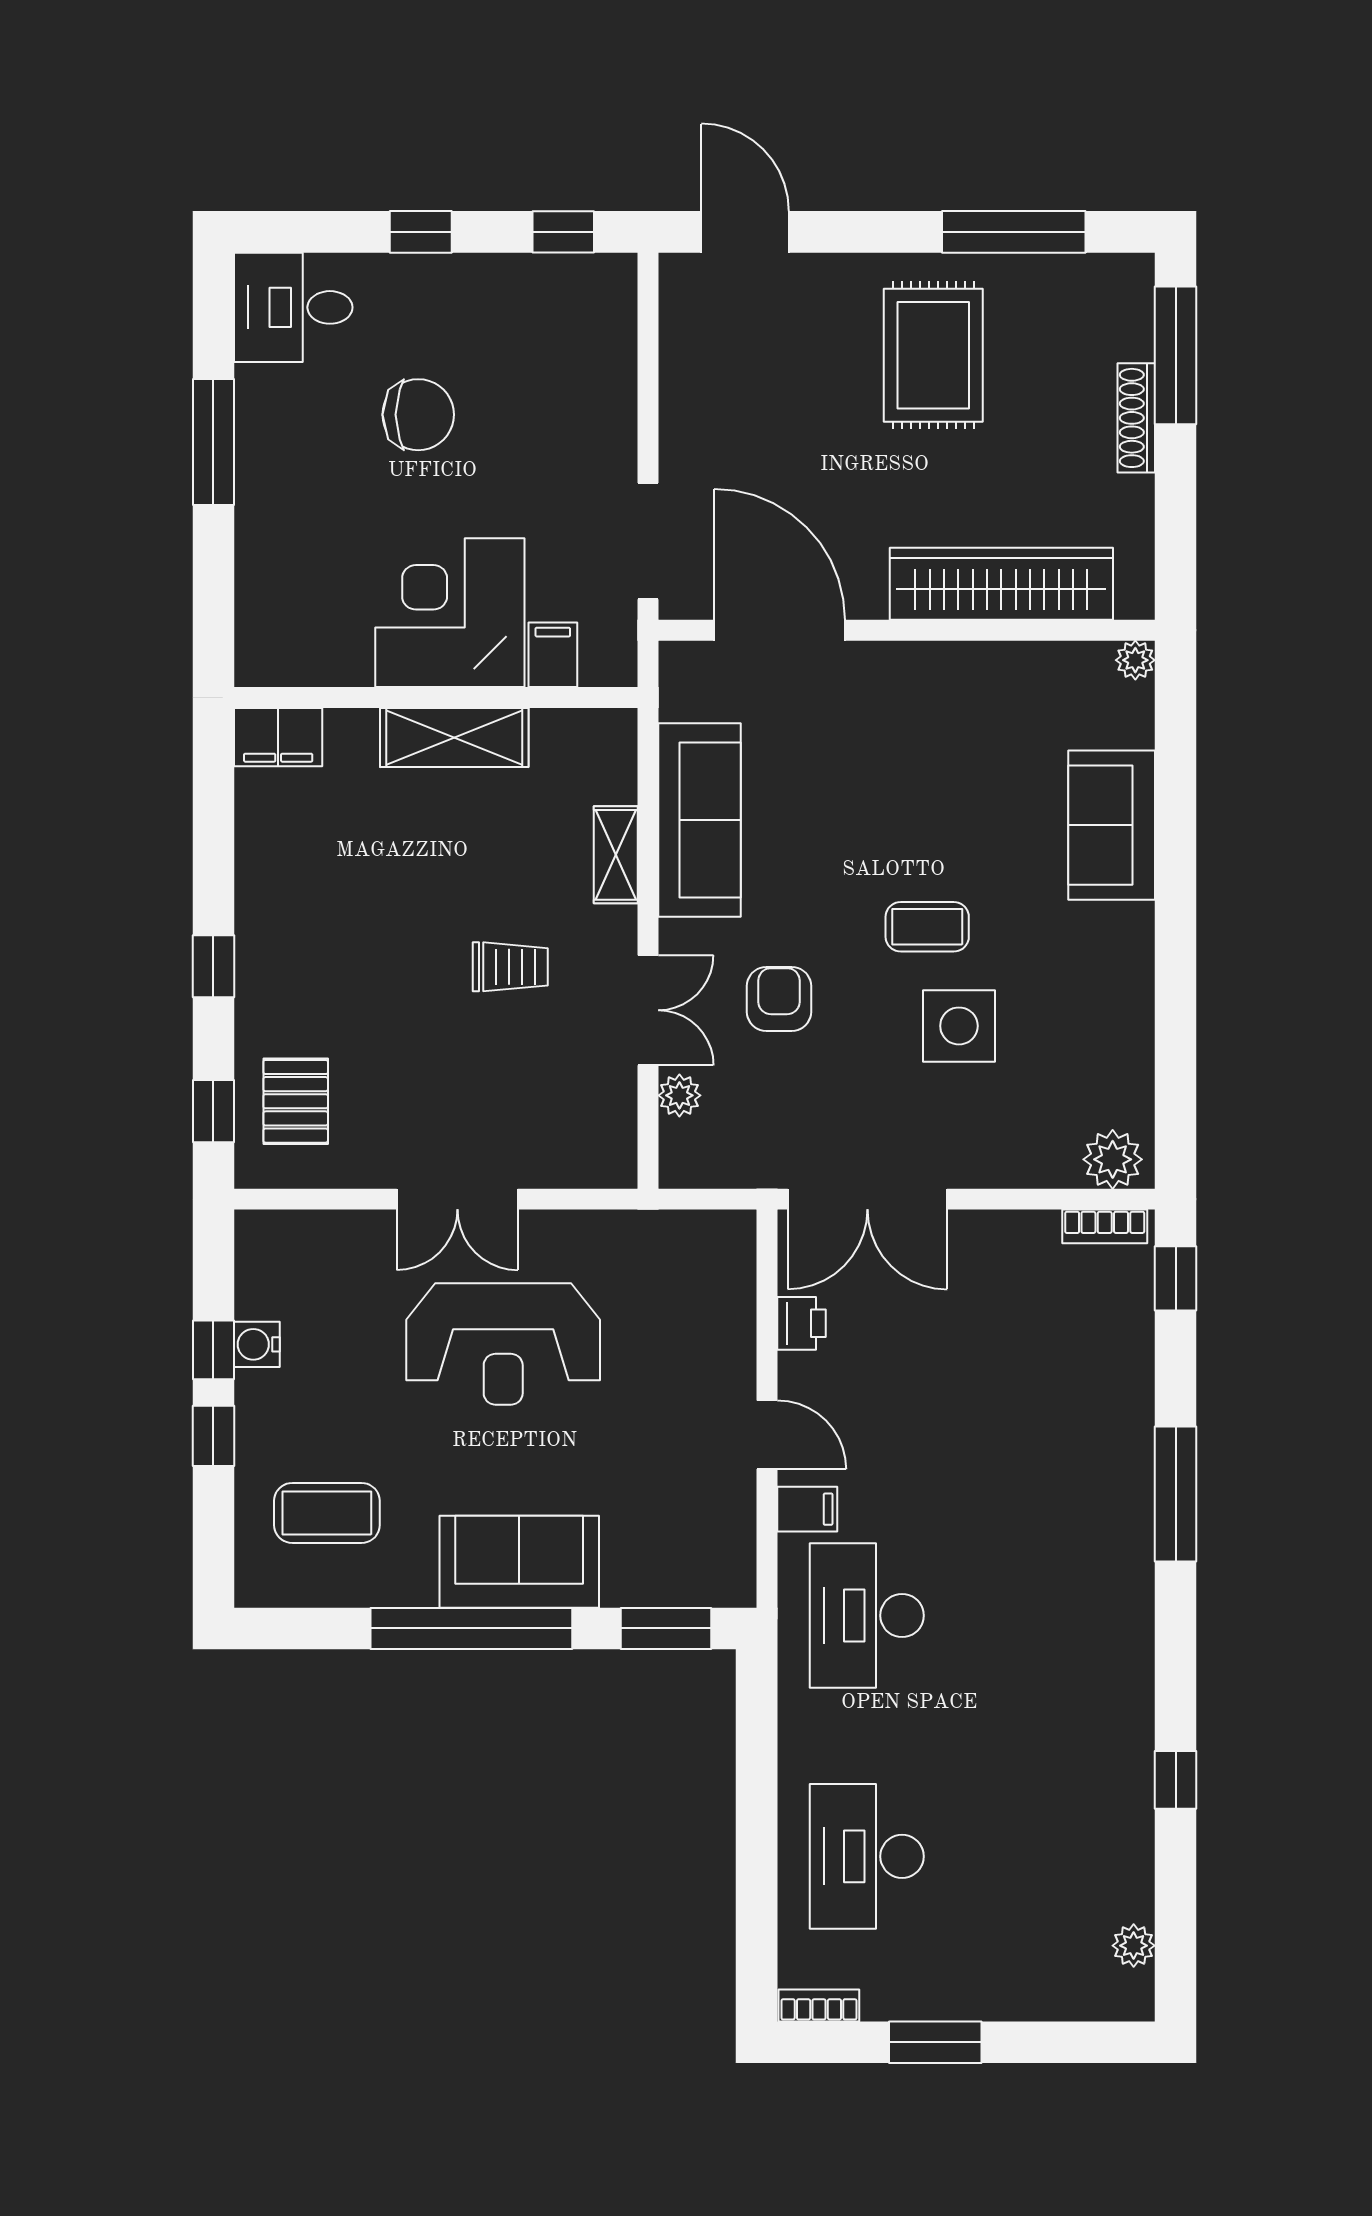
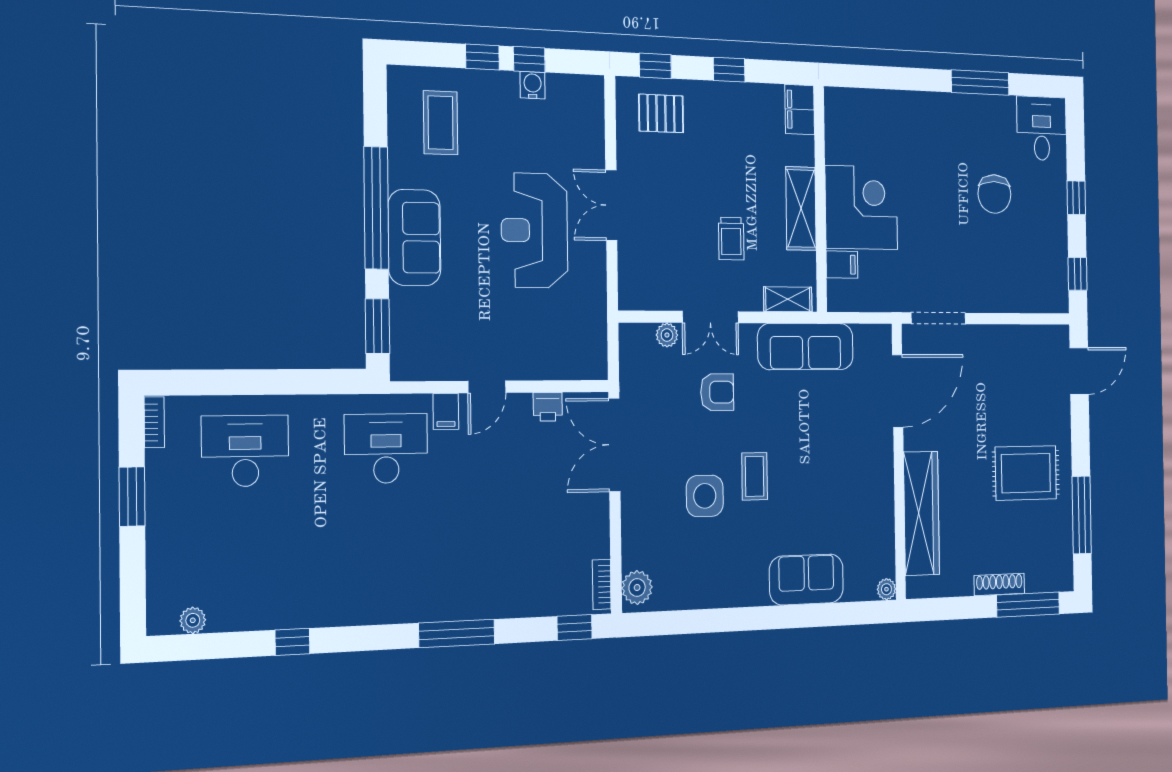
corner desk: (450, 613) -> (861, 208), moved
filing cabinet: (553, 655) -> (842, 265), moved
wall: (436, 697) -> (820, 199), moved
filing cabinet: (278, 737) -> (800, 110), moved
shelving: (454, 737) -> (801, 208), moved

